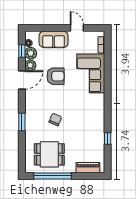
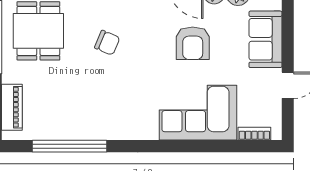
window: (108, 139) -> (70, 146), width x3.17

